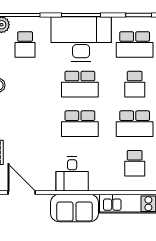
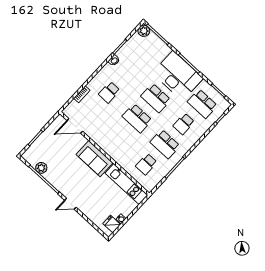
school desk: (25, 45) -> (109, 92), moved
desk: (72, 174) -> (109, 140), removed
door: (22, 193) -> (75, 126), swing flipped

